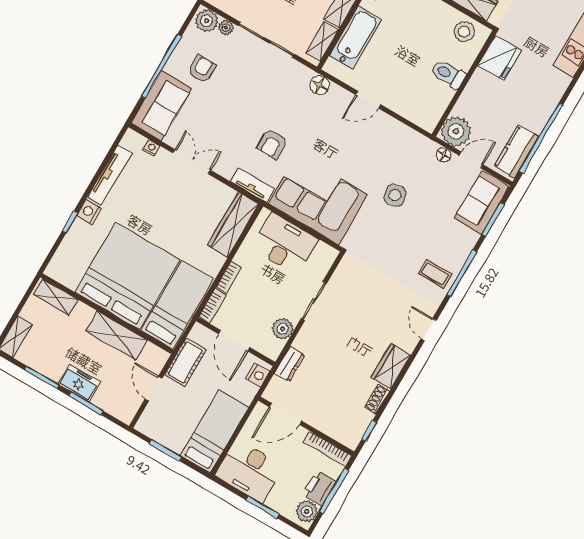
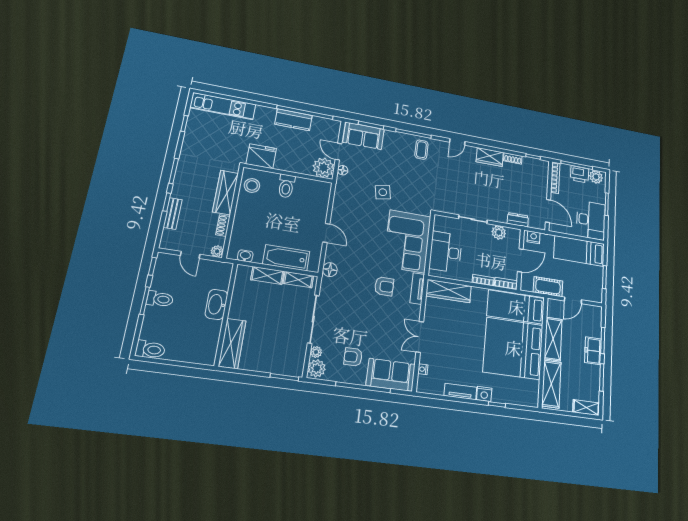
kitchen counter: (516, 151) -> (294, 120), moved
tv unit: (110, 175) -> (460, 391), width x0.71
shelving: (56, 297) -> (551, 384), width x1.50, depth x1.33

